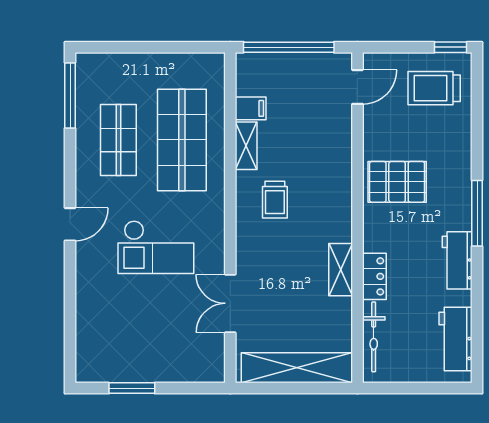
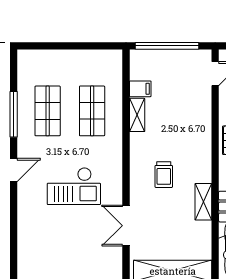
window: (70, 95) -> (14, 114), moved
shop shelf: (182, 140) -> (92, 111), width x0.70, depth x0.74
trolley: (275, 200) -> (164, 175), moved

